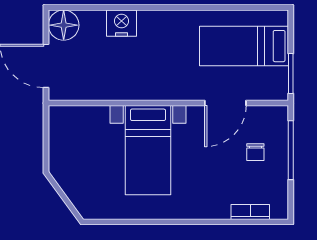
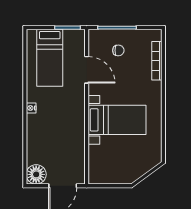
nightstand: (122, 23) -> (31, 108), moved, width x0.53, depth x0.56
bookcase: (250, 212) -> (157, 61), width x1.56

